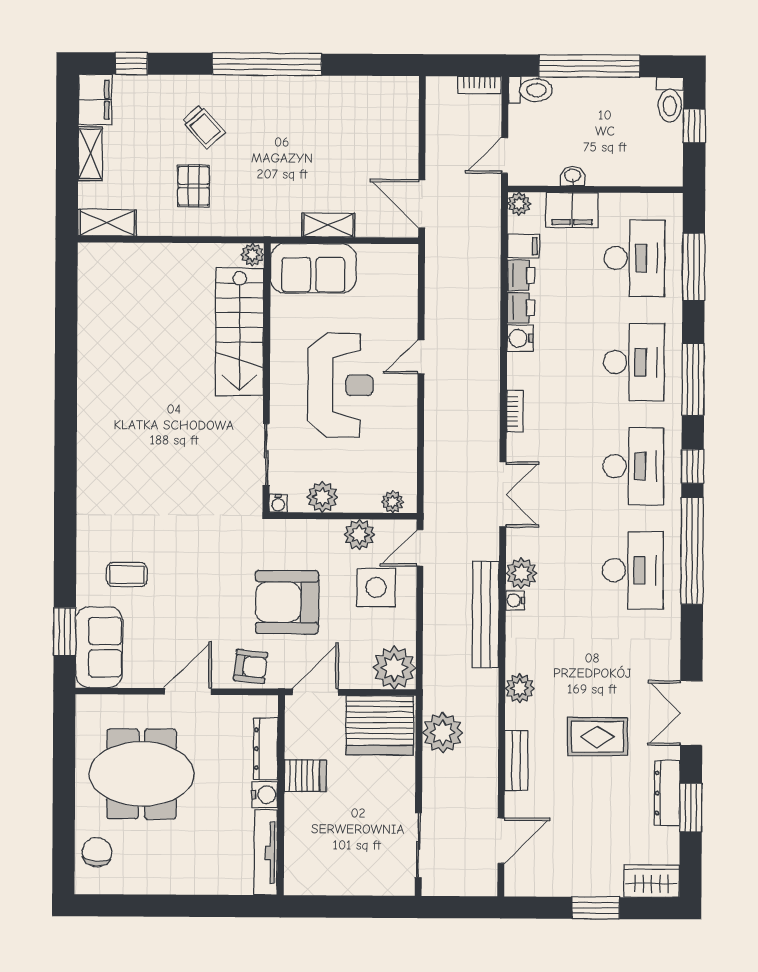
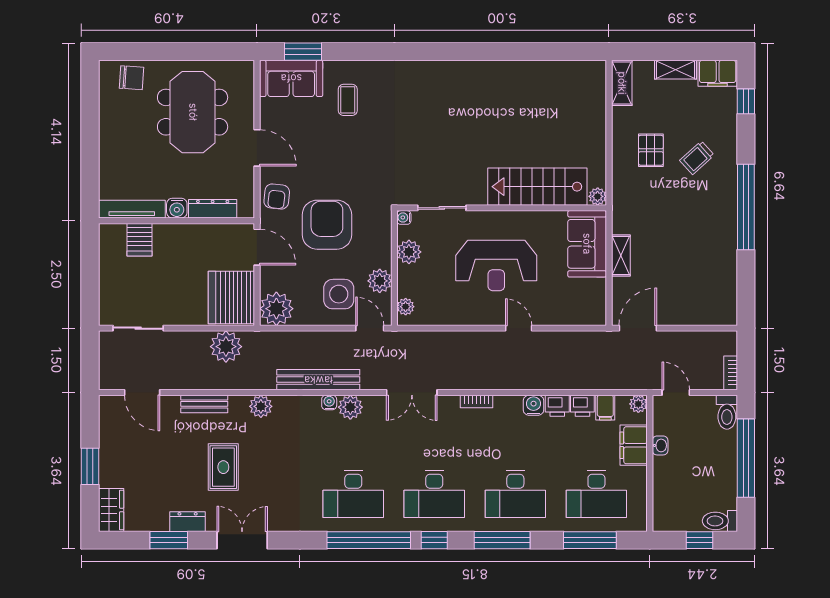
pallet: (194, 186) -> (651, 150), turned 90
server rack: (305, 776) -> (140, 240), moved
dresser: (667, 793) -> (188, 522), width x0.70

